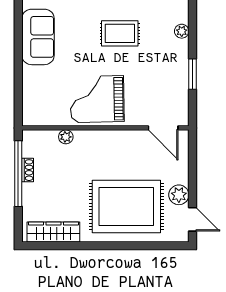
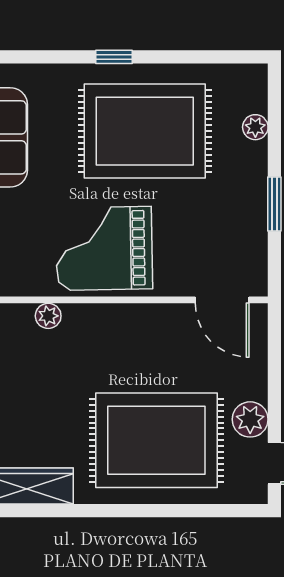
rug: (120, 33) -> (145, 131), width x1.86, depth x2.06

